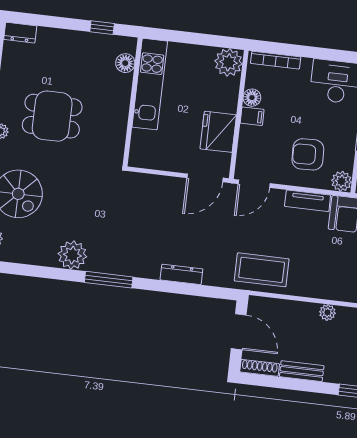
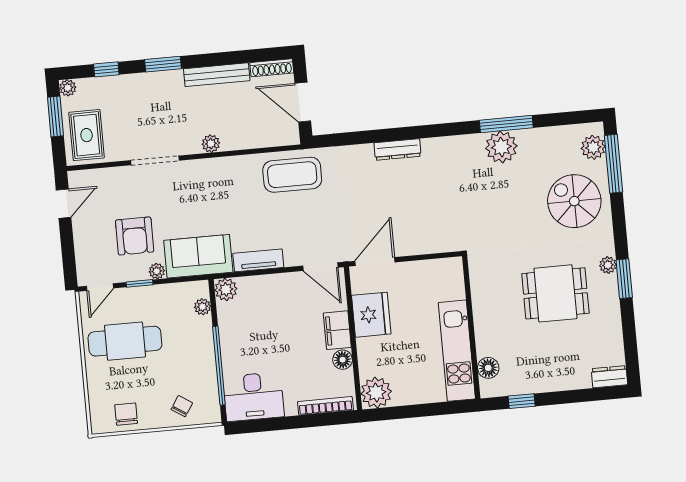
filing cabinet: (252, 116) -> (337, 330), width x2.00
armchair: (308, 154) -> (269, 311), removed
door: (254, 184) -> (320, 267), swing flipped
dresser: (181, 274) -> (398, 149), moved
window: (109, 280) -> (506, 124), moved
bench: (302, 371) -> (217, 75), width x1.36

